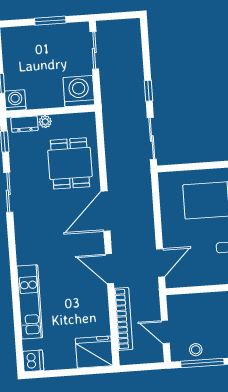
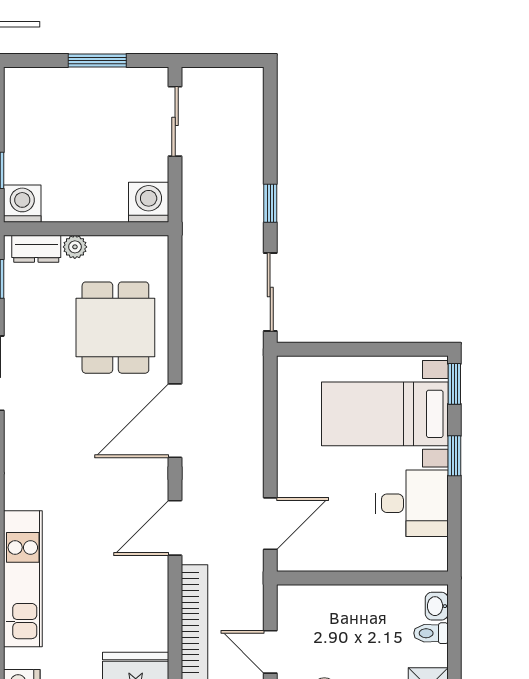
washing machine: (79, 91) -> (149, 202), width x0.73, depth x0.73
door: (110, 269) -> (175, 528), hinge flipped

